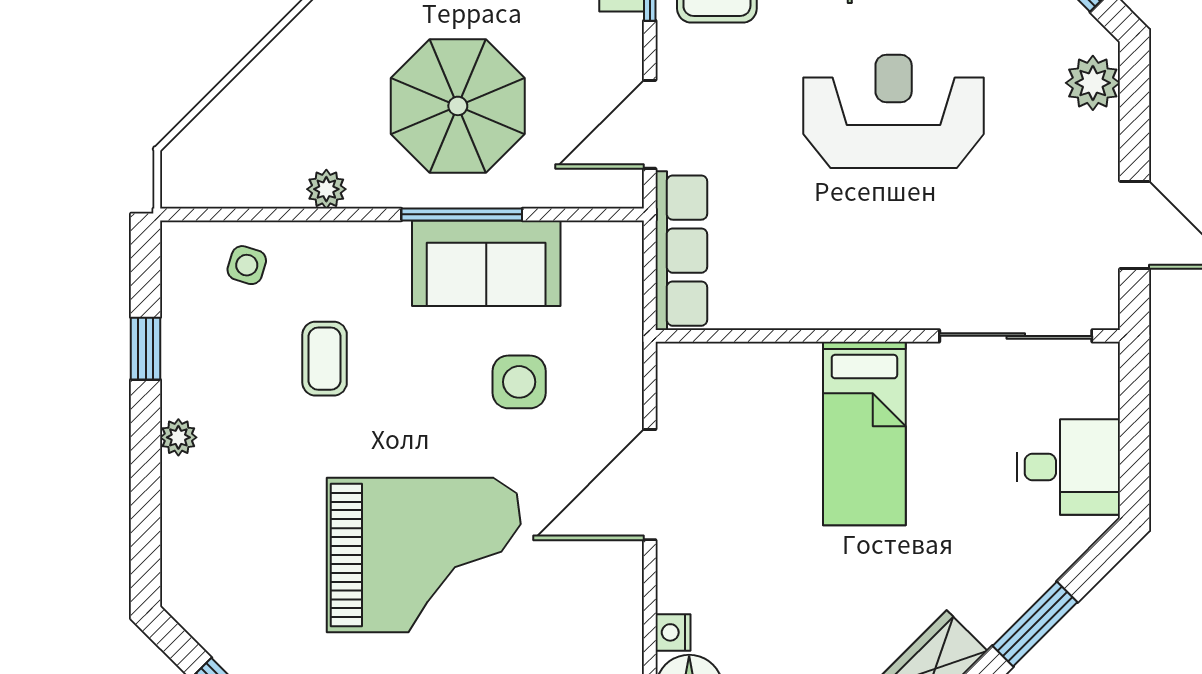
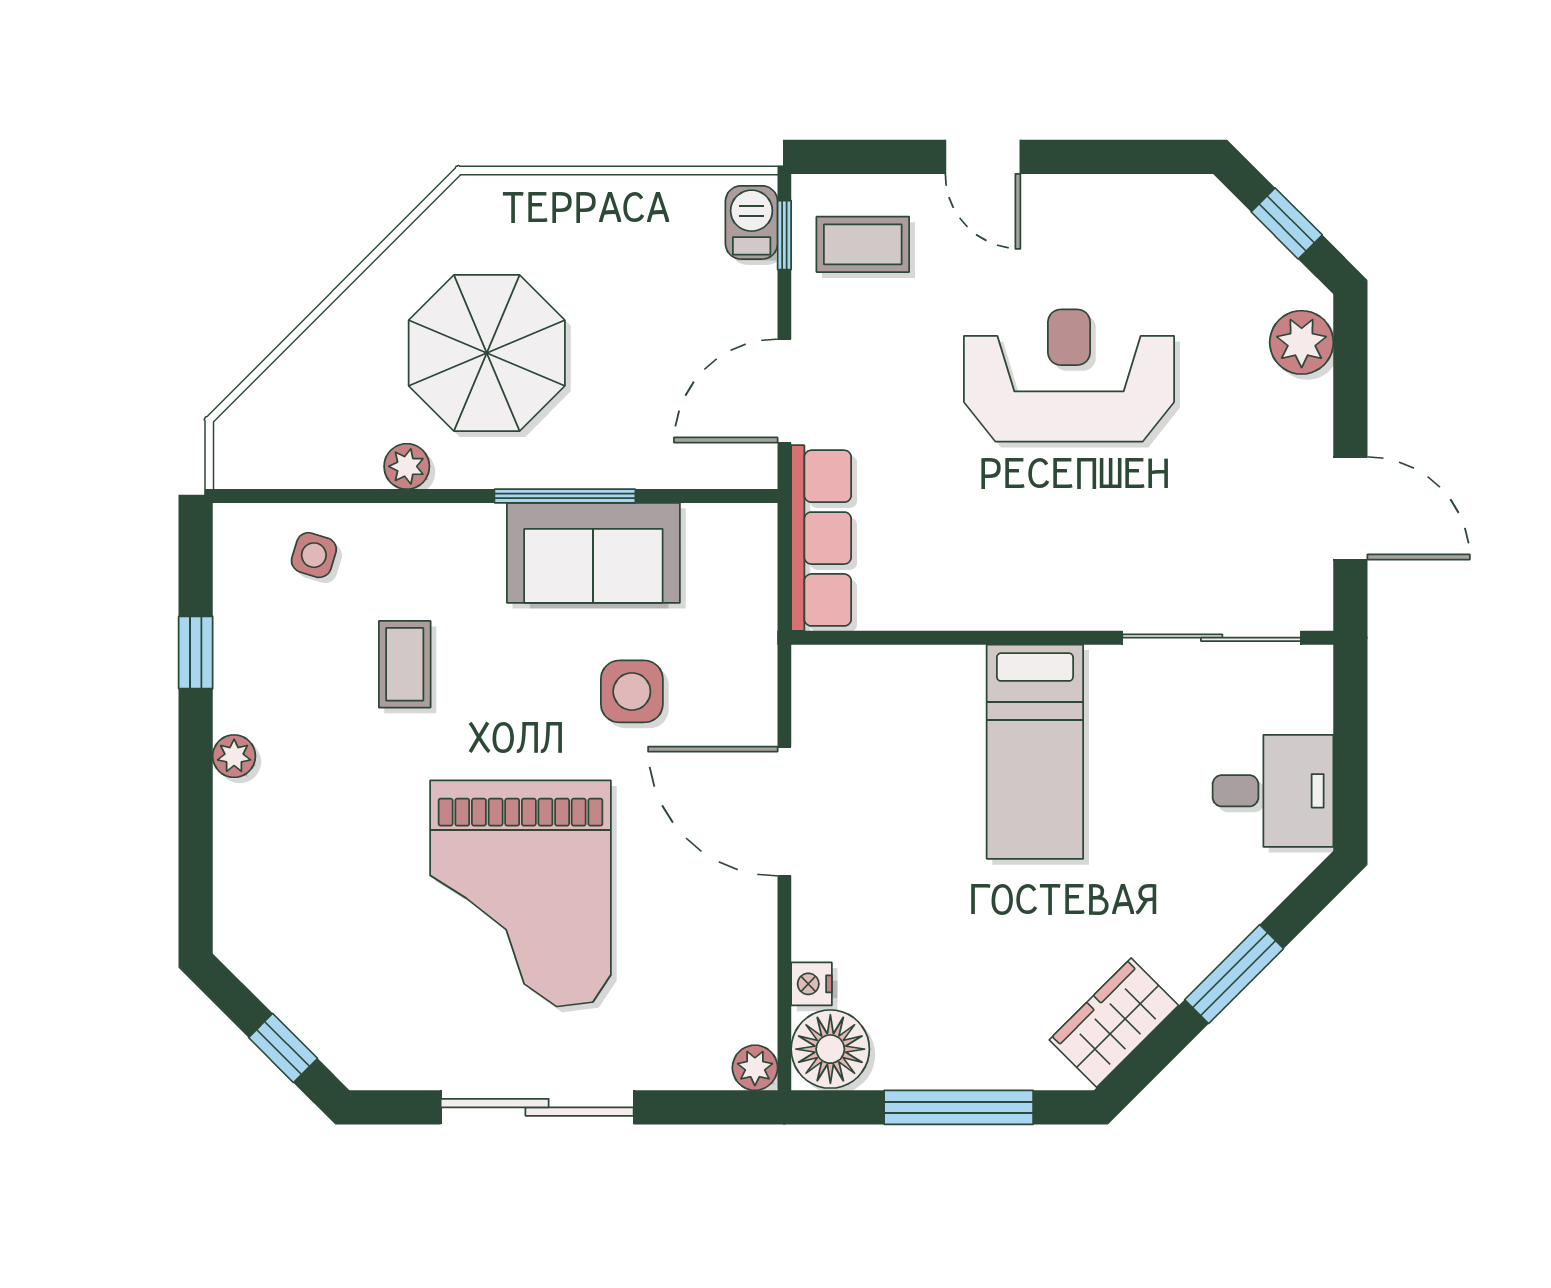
parasol: (458, 106) -> (487, 353), moved
door: (650, 485) -> (784, 811), hinge flipped
grand piano: (424, 555) -> (520, 894), turned 90

